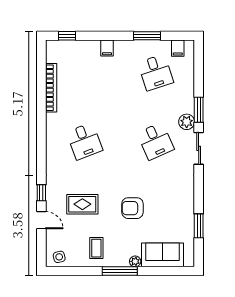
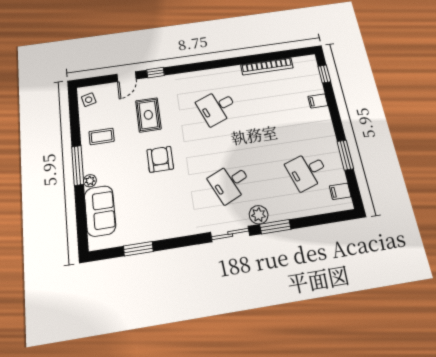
filing cabinet: (107, 48) -> (318, 101), moved
armchair: (132, 208) -> (160, 159), moved

